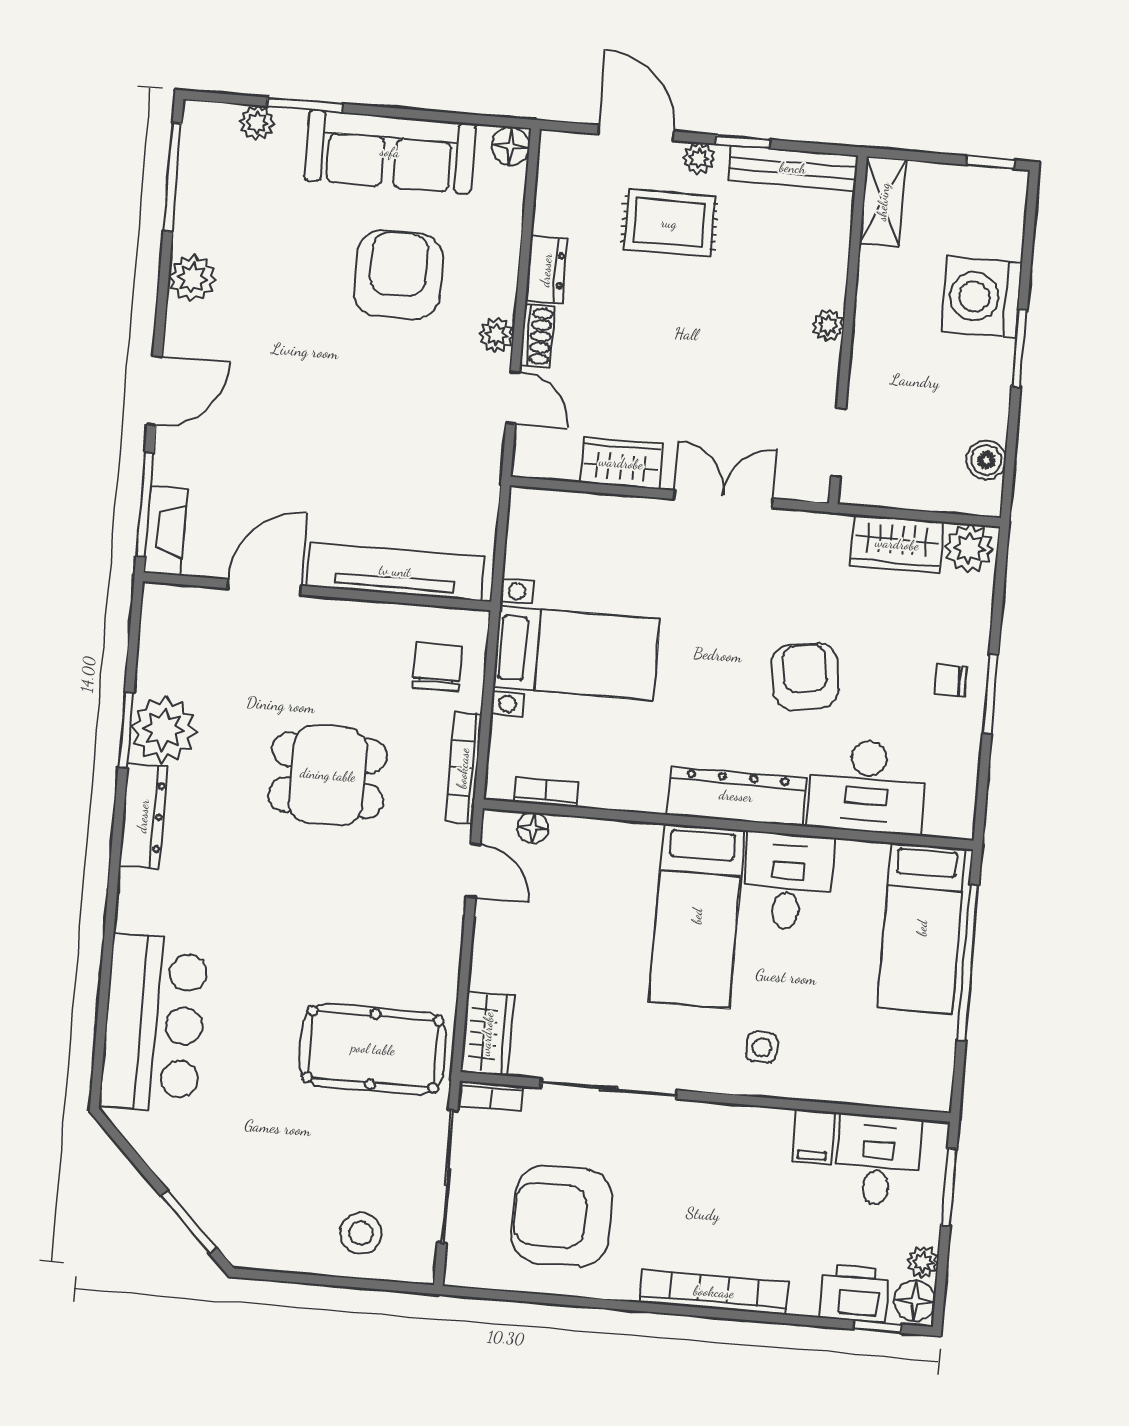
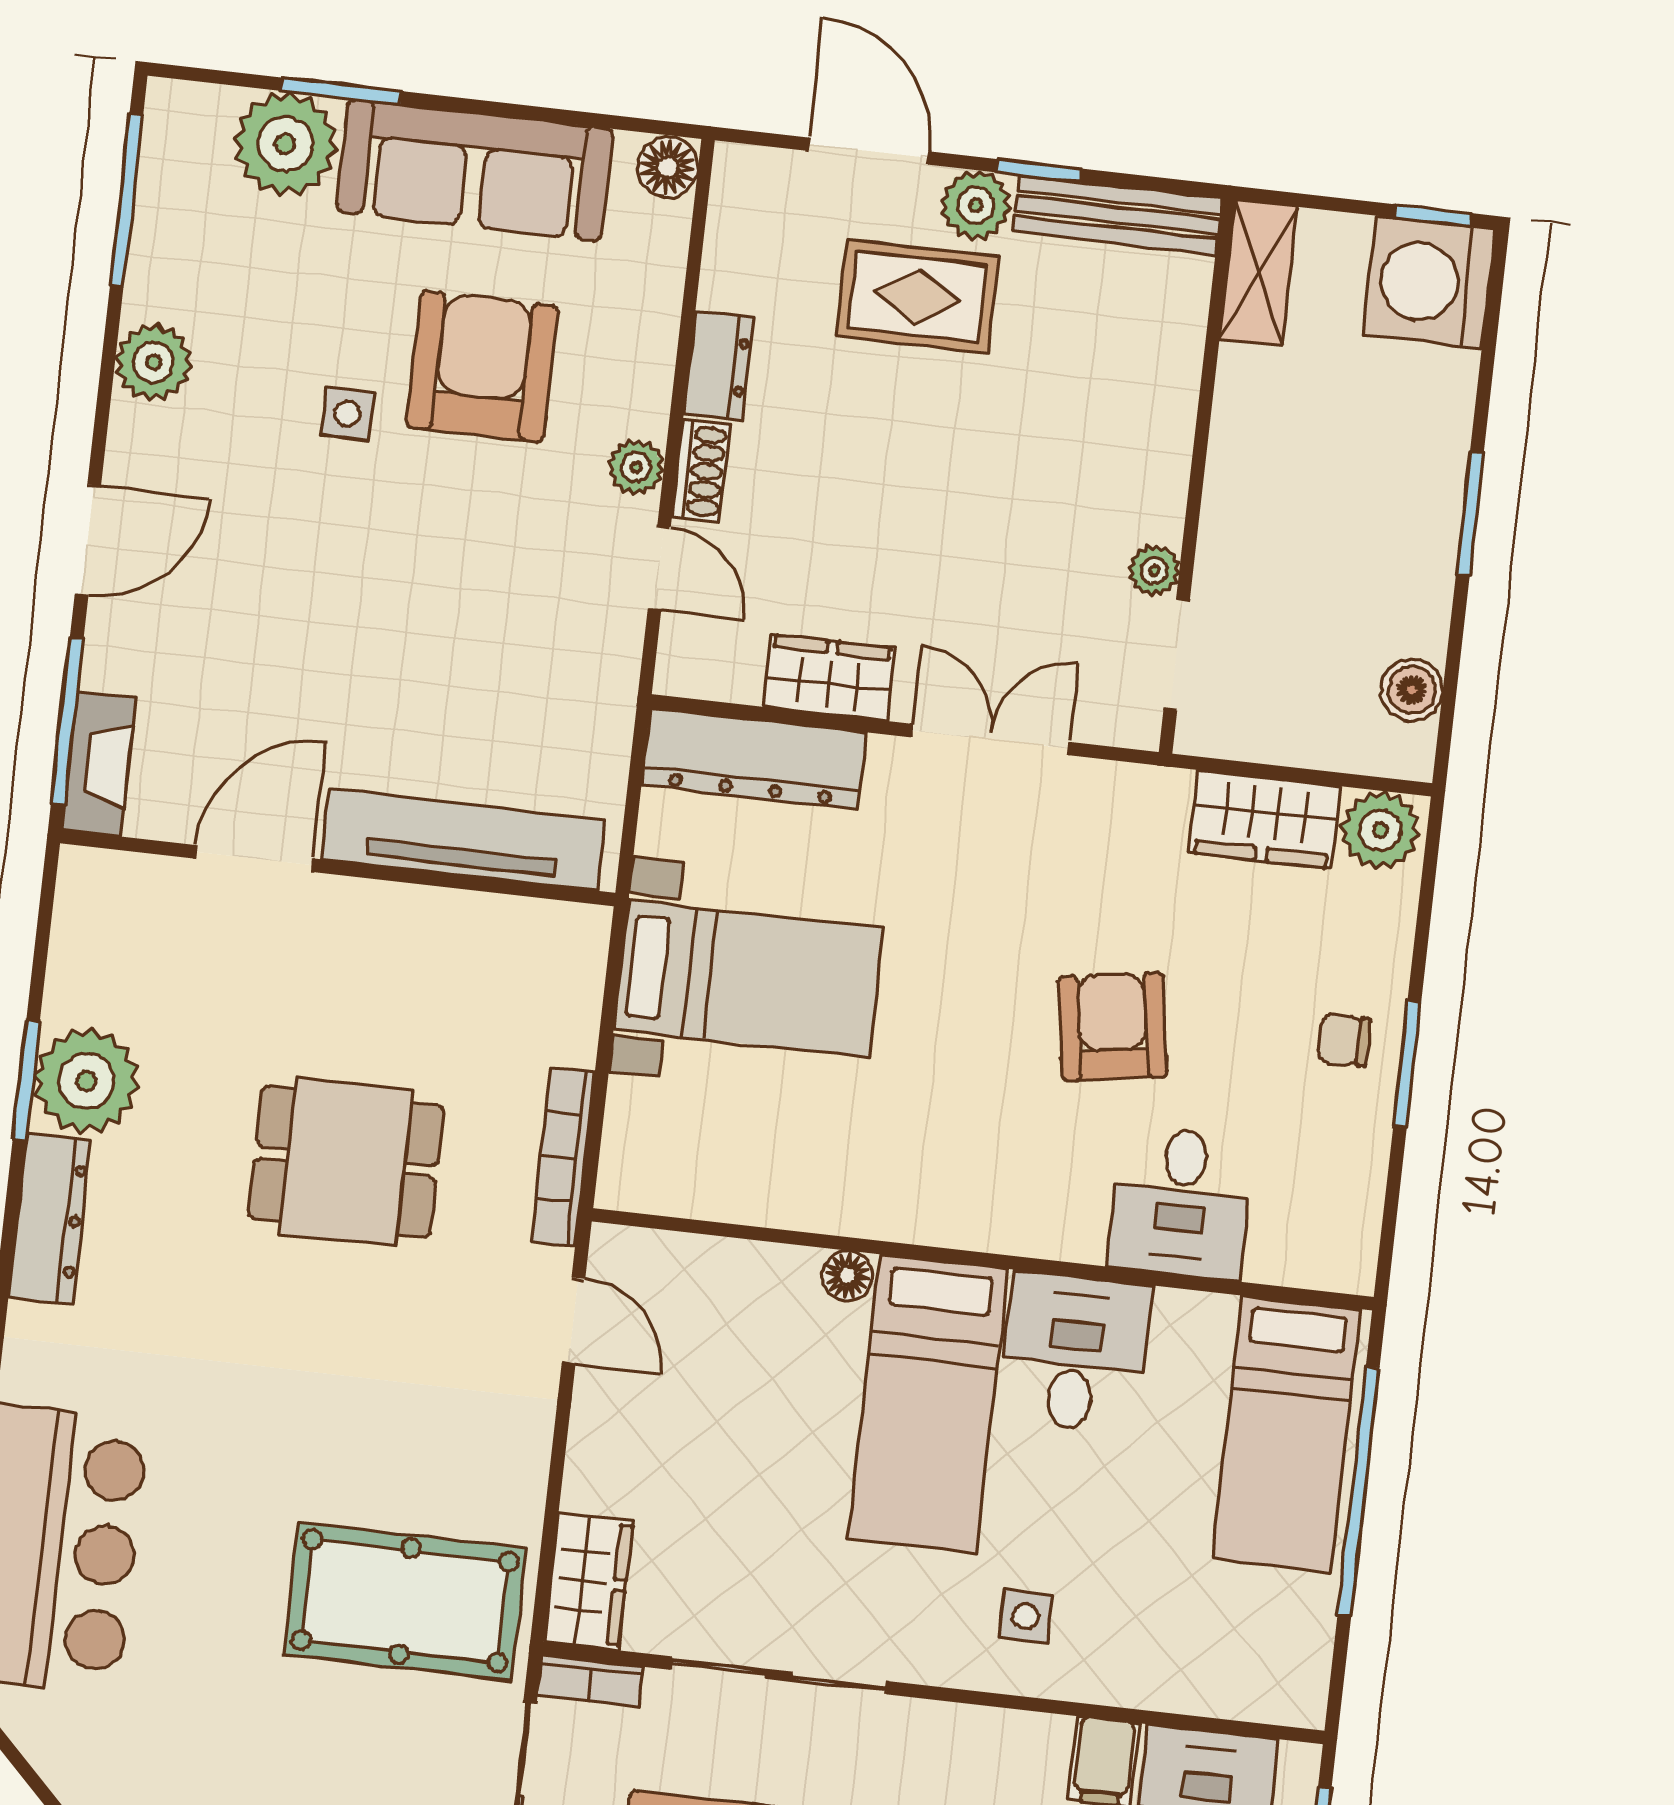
plant: (257, 123) -> (285, 144), width x1.87, depth x1.87
plant: (699, 158) -> (976, 205), width x1.38, depth x1.38
washing machine: (982, 297) -> (1429, 282), moved
side table: (315, 307) -> (347, 414), added
plant: (828, 325) -> (1154, 570), moved
chair: (437, 667) -> (526, 994), removed
desk: (867, 786) -> (1181, 1202), width x0.73
bookcase: (546, 792) -> (694, 1199), removed
dresser: (736, 796) -> (754, 758), moved, turned 180
floor lamp: (533, 828) -> (847, 1276), moved

